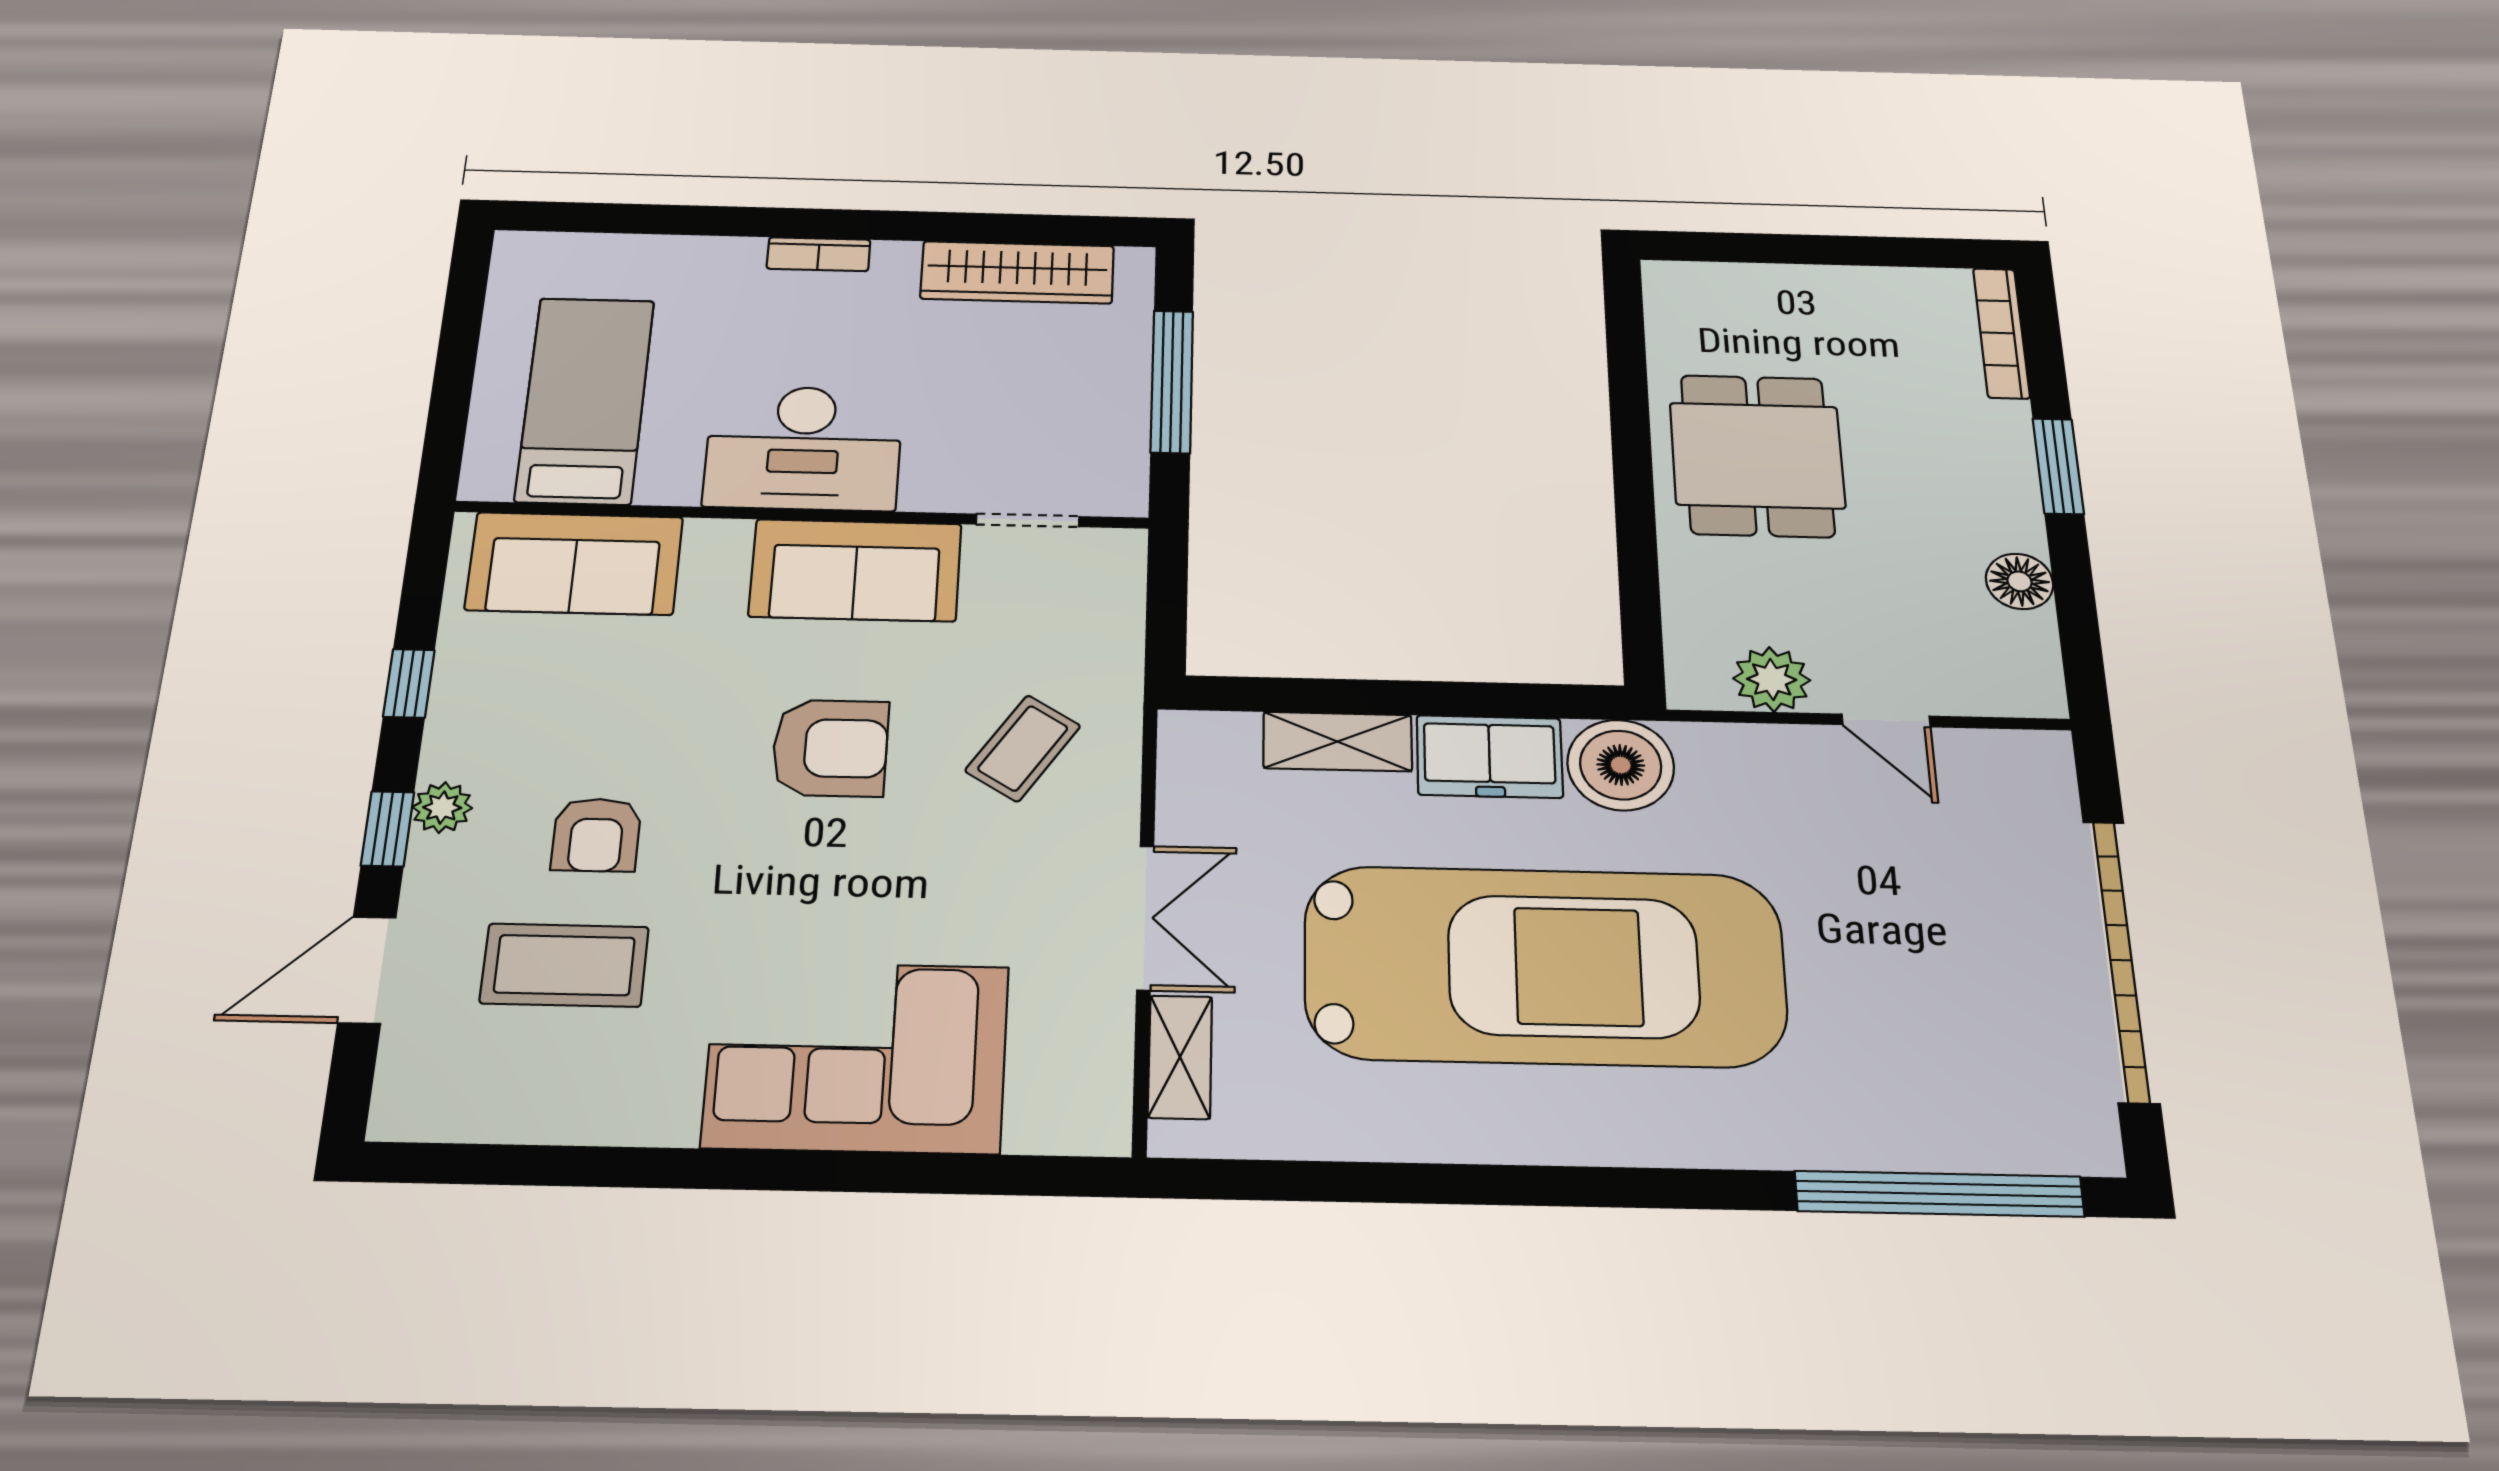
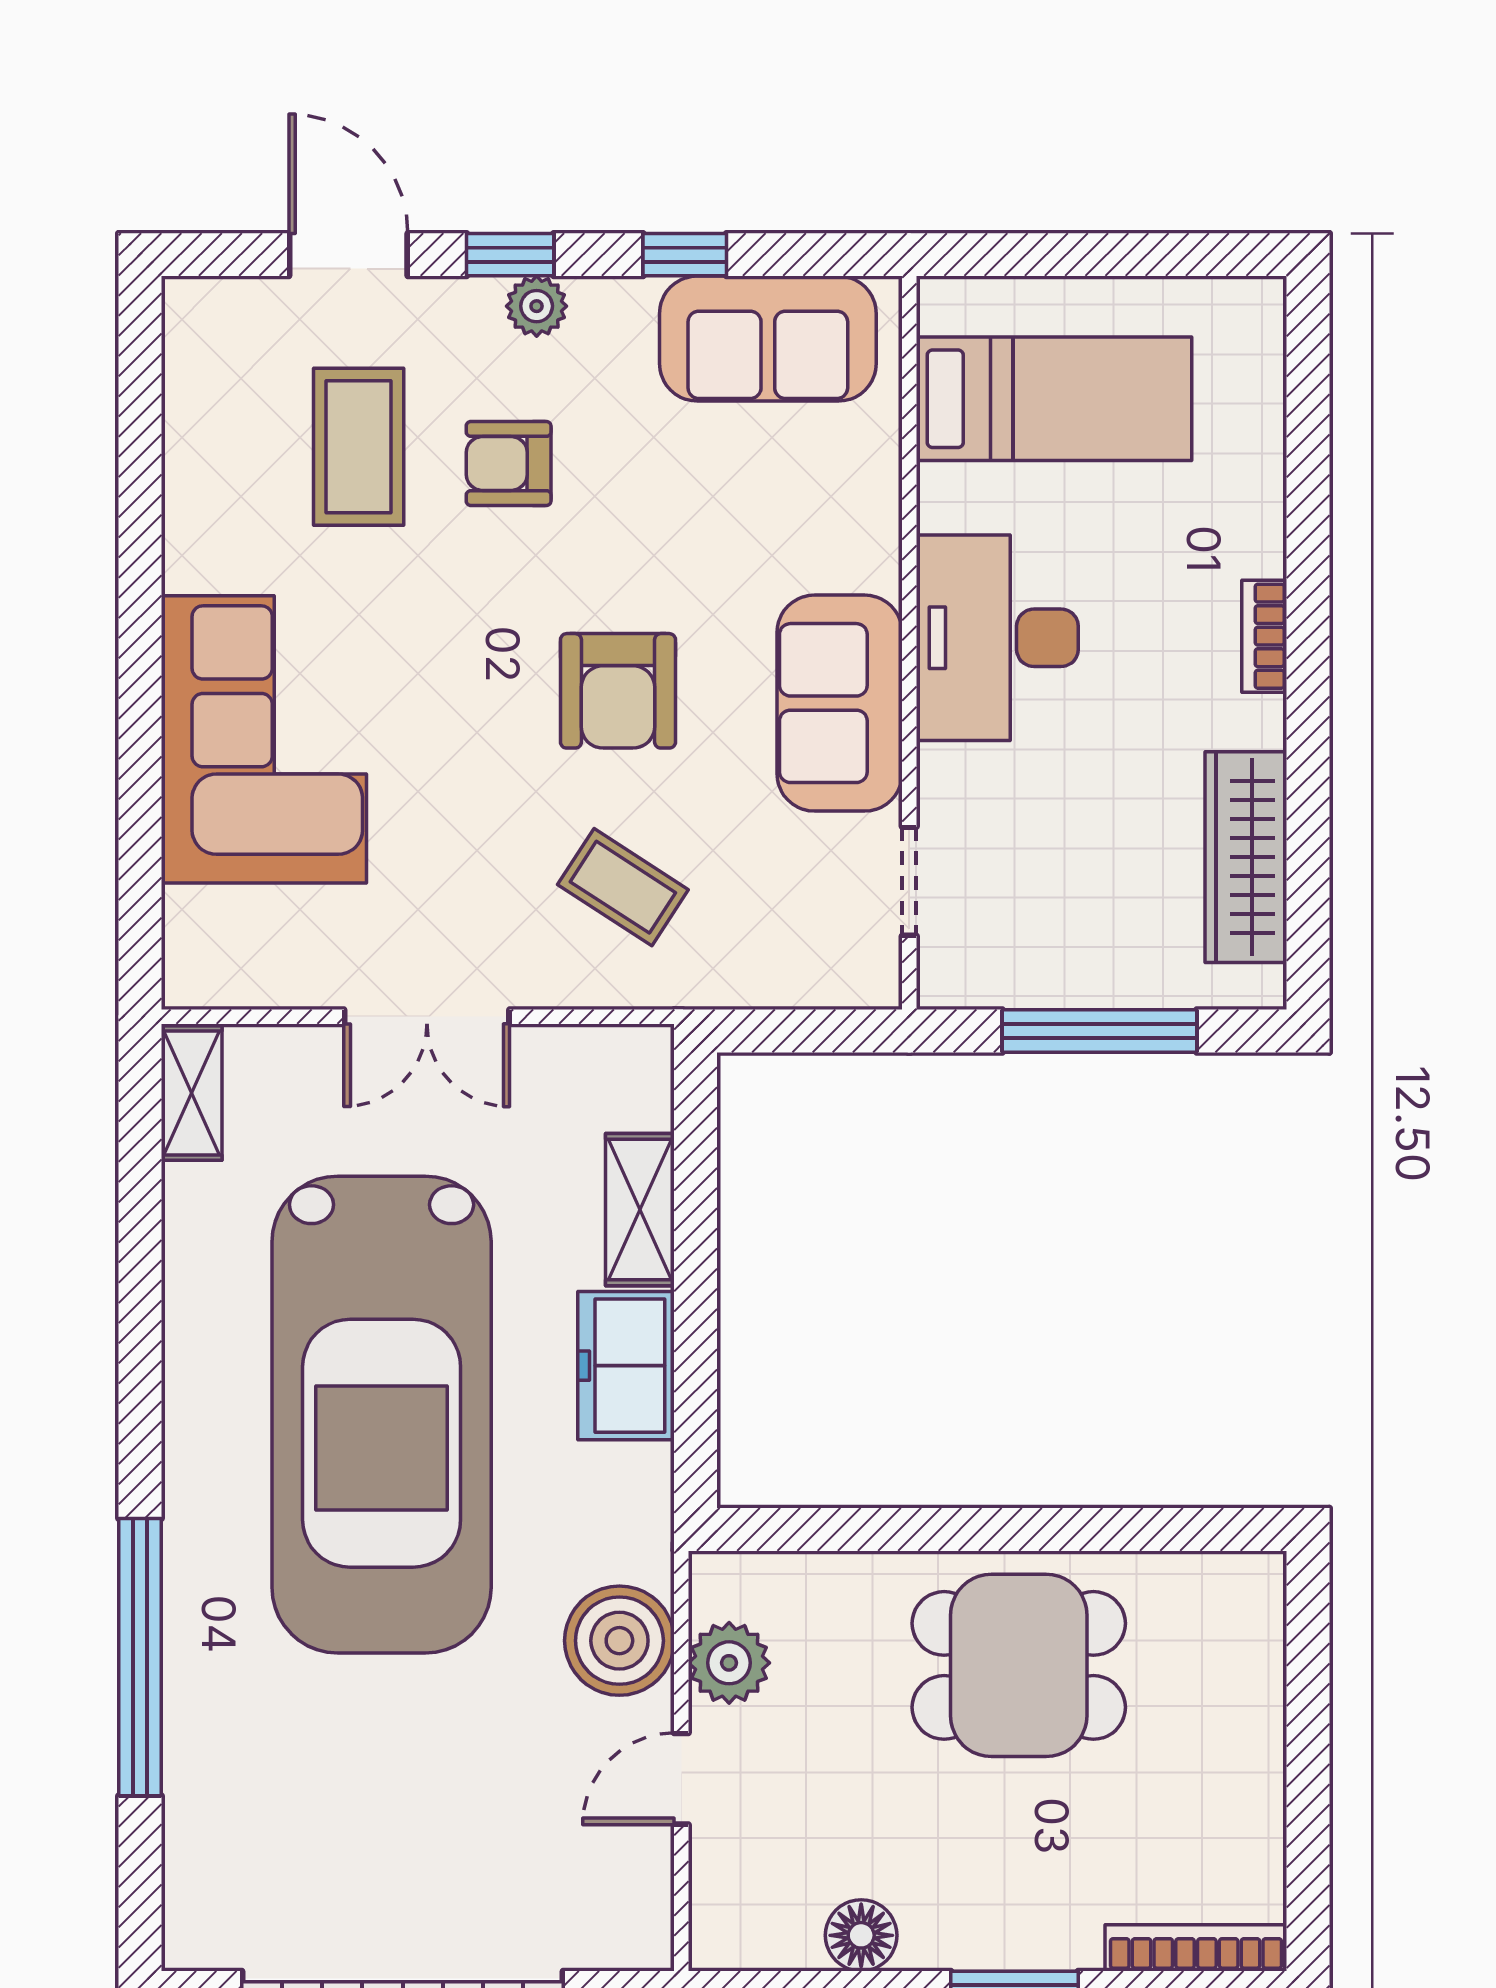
sofa: (574, 563) -> (768, 339), moved, turned -90
boiler: (1621, 765) -> (619, 1641), moved
shelving: (1180, 1057) -> (192, 1093), moved, turned 90
window: (1939, 1194) -> (140, 1657), moved

